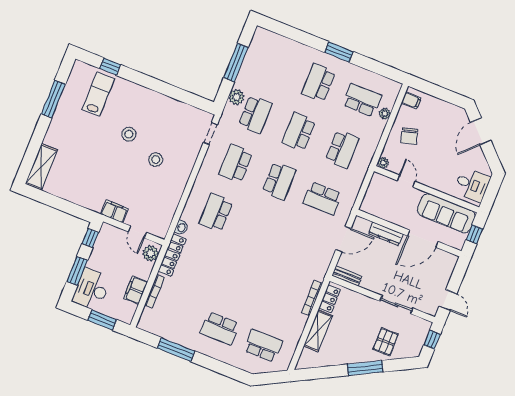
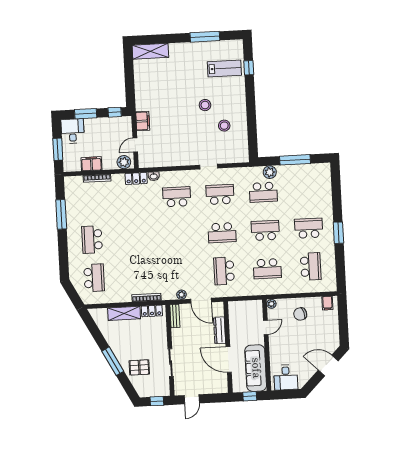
plant: (385, 114) -> (181, 295), moved
doorway: (210, 134) -> (209, 167), moved
stool: (156, 160) -> (224, 126), moved
locker: (172, 255) -> (136, 178), width x0.66
desk: (92, 289) -> (73, 131), width x0.73

